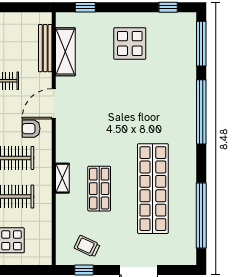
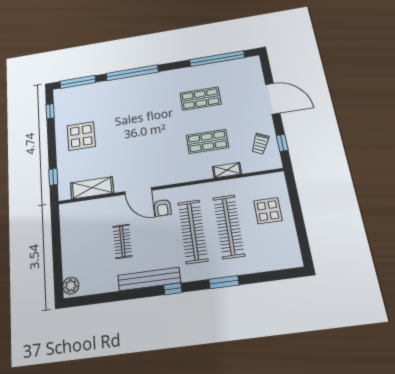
bench: (45, 48) -> (90, 206), removed
shelving: (62, 178) -> (227, 170), moved
shop shelf: (153, 189) -> (201, 99), width x0.50, depth x0.74

